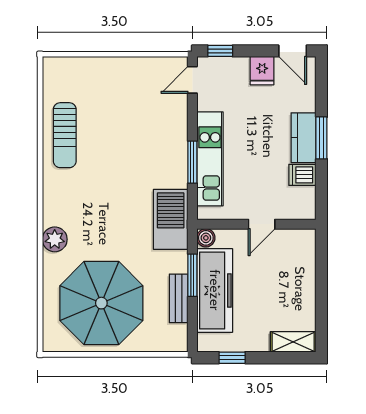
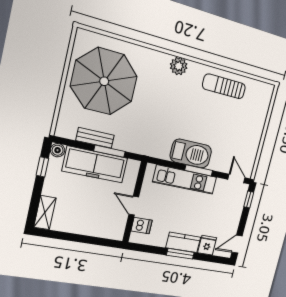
fridge: (262, 71) -> (207, 245), moved, turned 90
window: (192, 162) -> (199, 170), moved
dishwasher: (302, 175) -> (142, 226), moved, turned 90
barbecue: (171, 219) -> (191, 154), moved
boiler: (206, 238) -> (58, 150), moved
plant: (55, 239) -> (179, 66), moved

